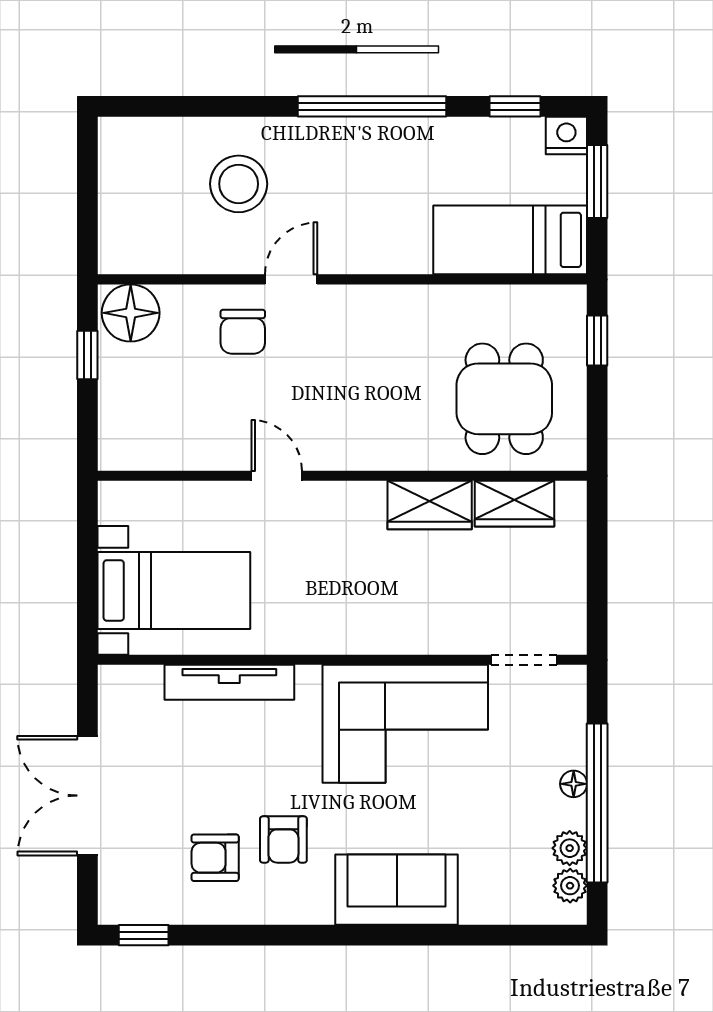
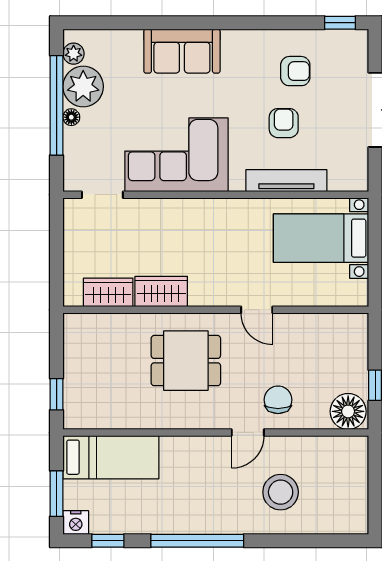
dining table: (504, 399) -> (186, 361), moved, turned 90
armchair: (283, 839) -> (284, 123), moved
plant: (570, 848) -> (83, 87), width x1.88, depth x1.88

